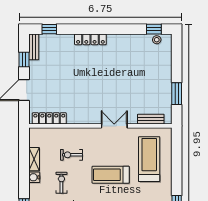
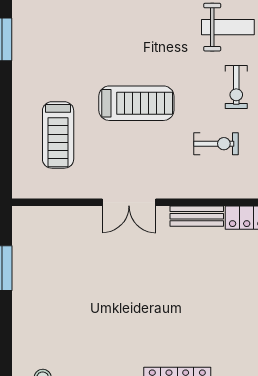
bench: (151, 119) -> (197, 216), moved
treadmill: (149, 159) -> (58, 135), width x0.73, depth x0.73

